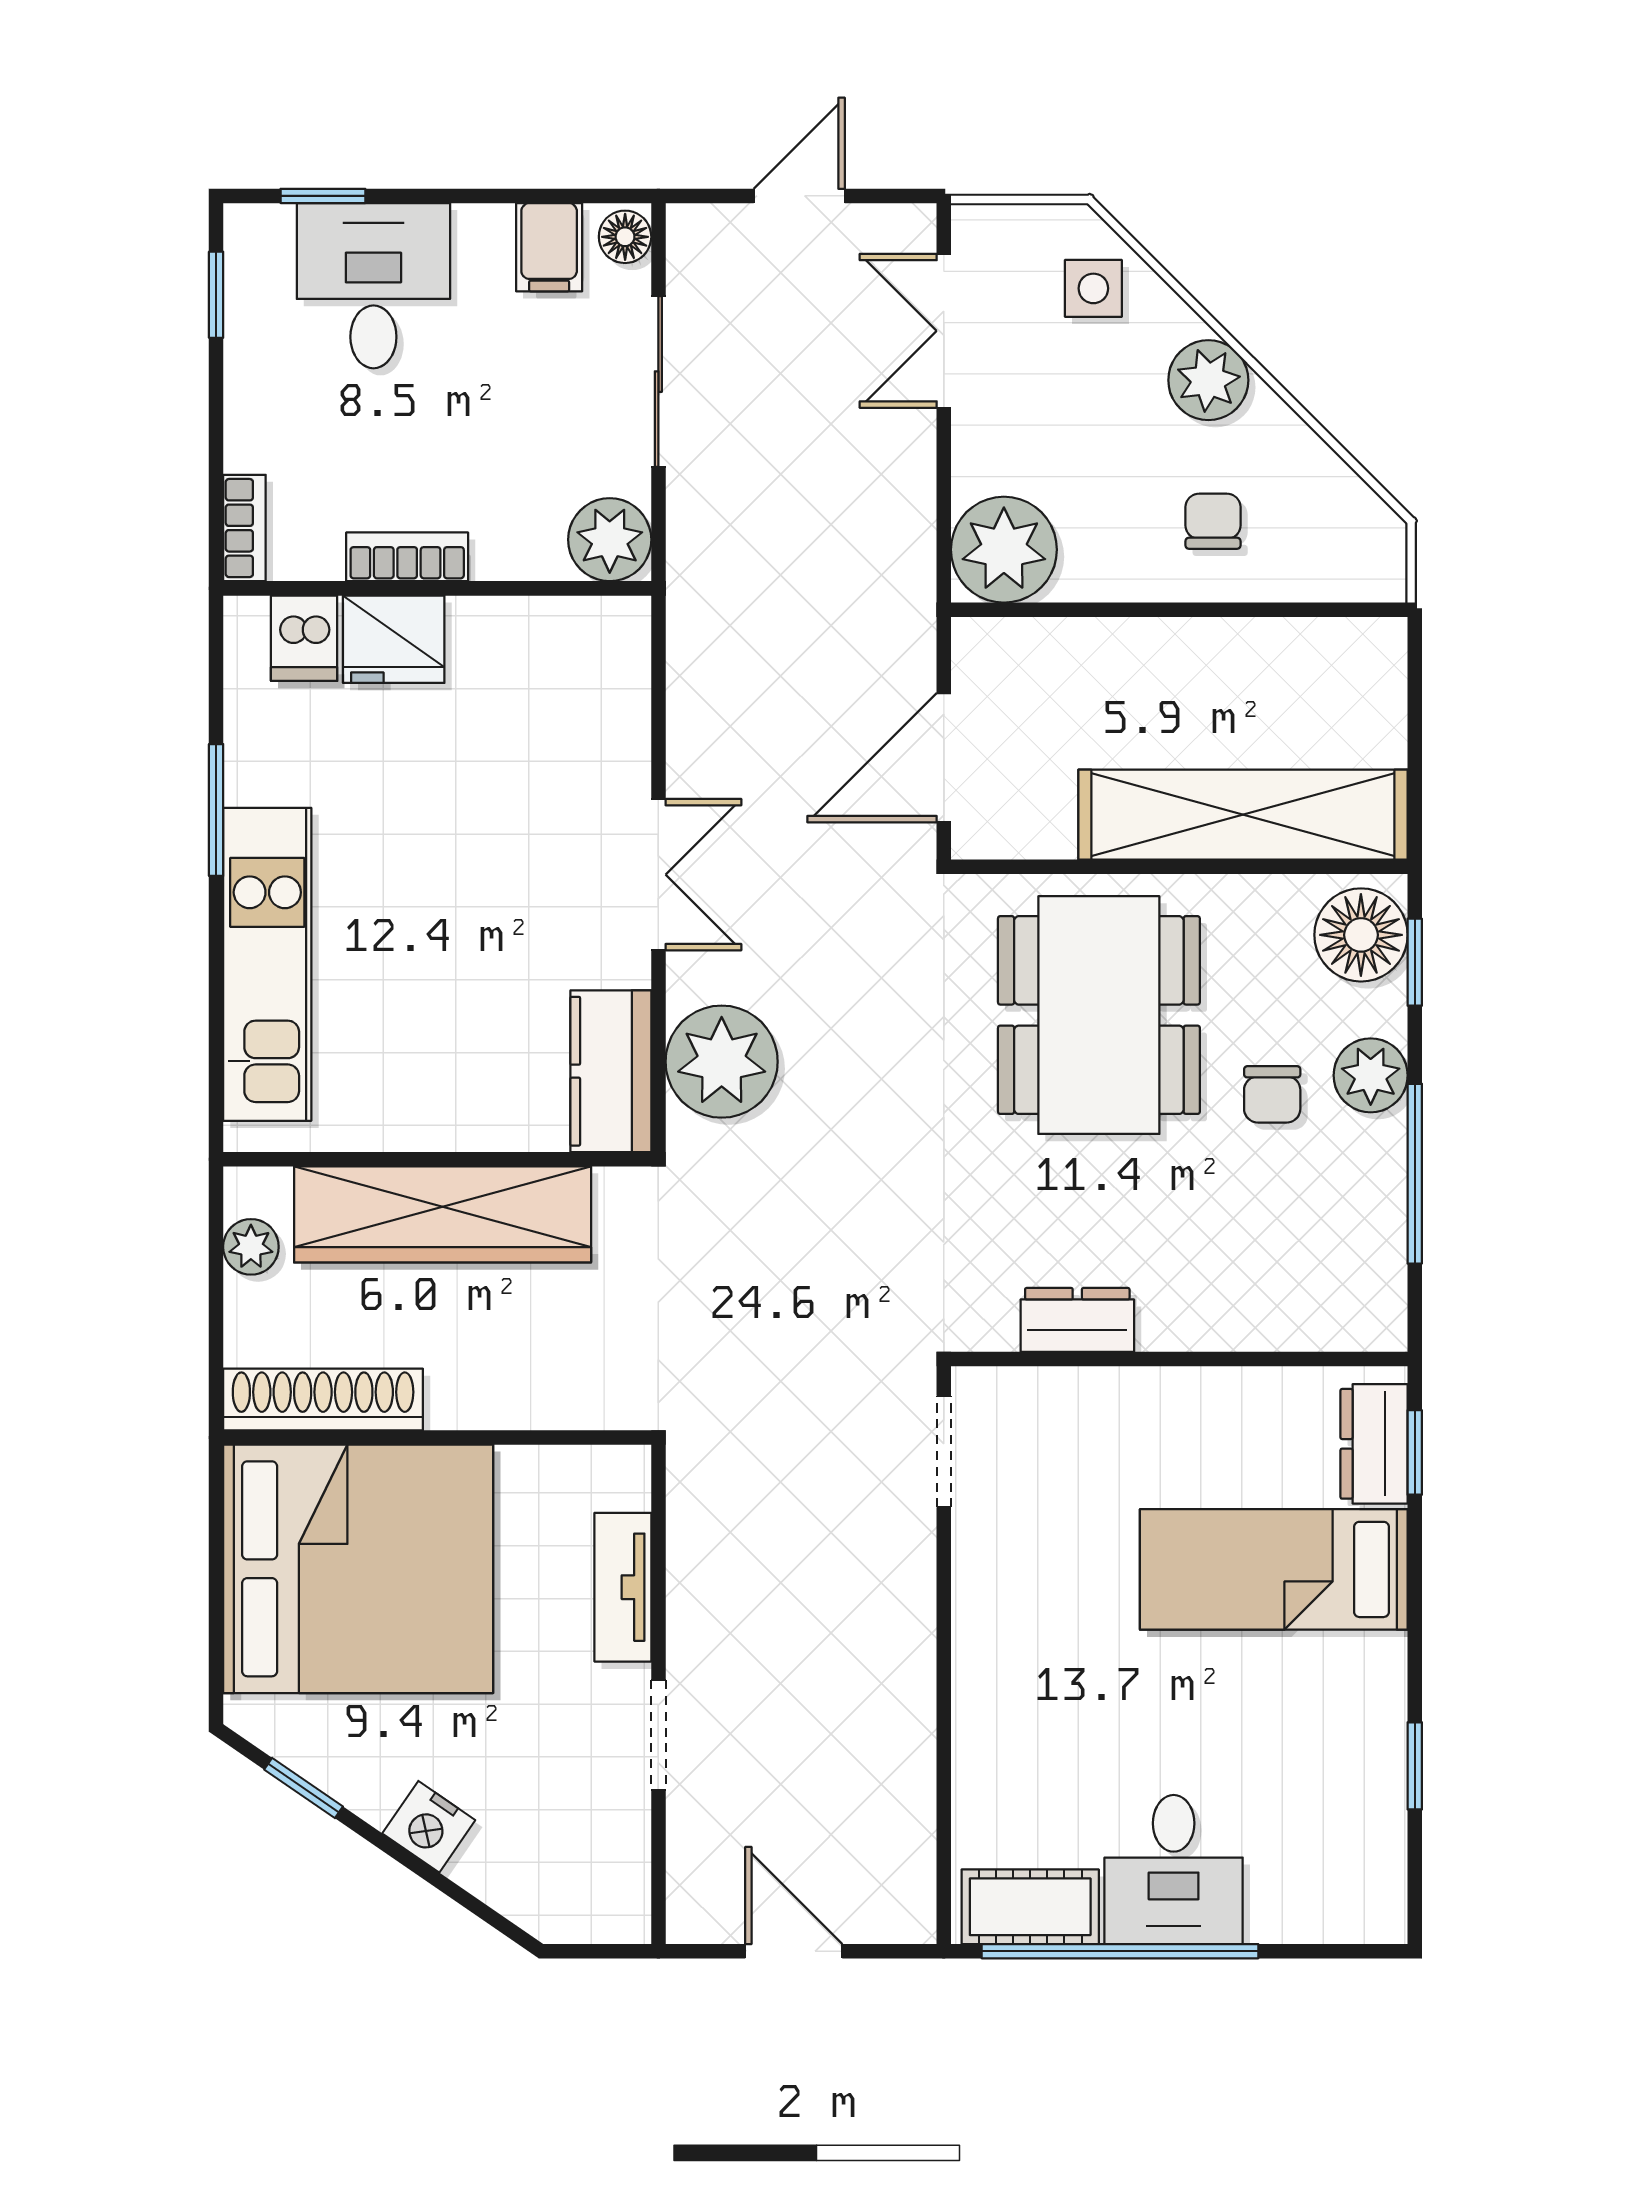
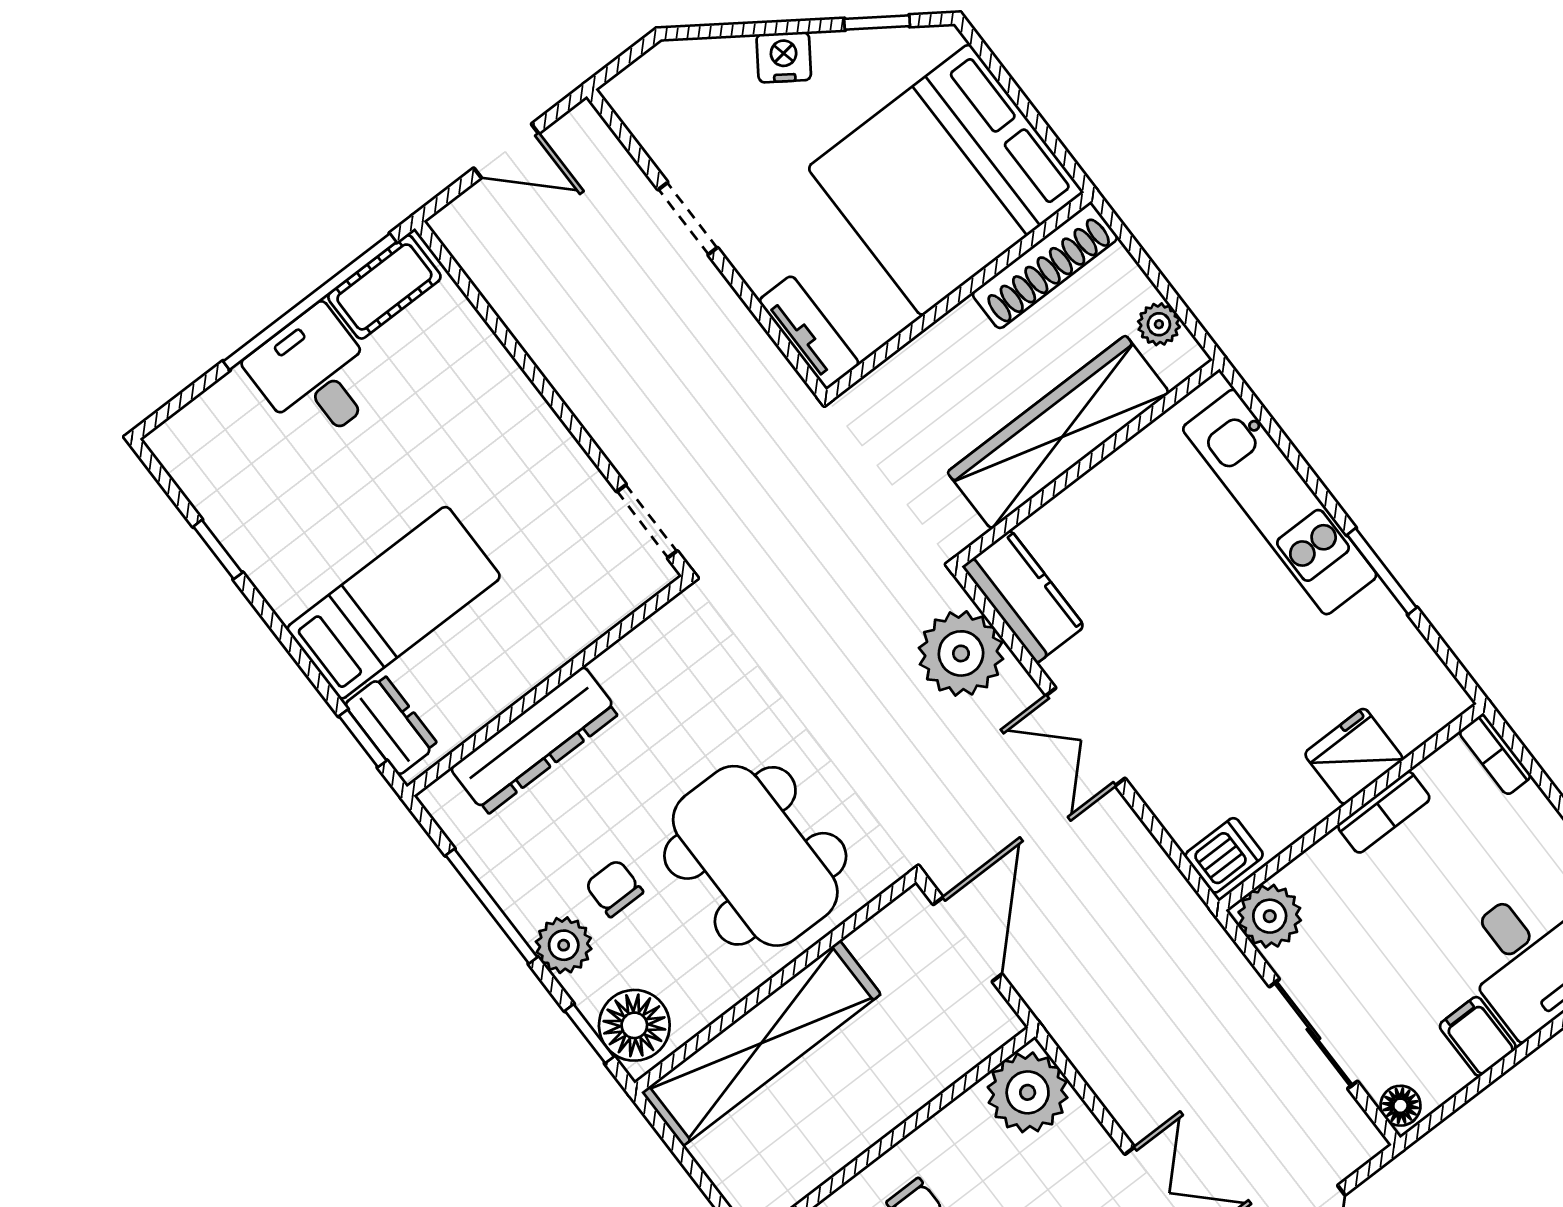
filing cabinet: (549, 247) -> (1478, 1036), moved
dishwasher: (304, 638) -> (1224, 855), moved, turned 90
dresser: (1077, 1320) -> (535, 741), moved, width x1.96, depth x1.24
tv unit: (623, 1587) -> (809, 332), moved

